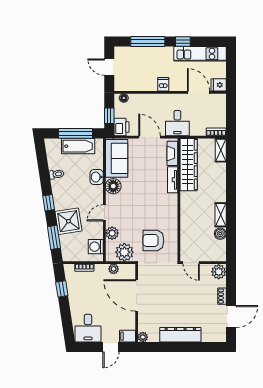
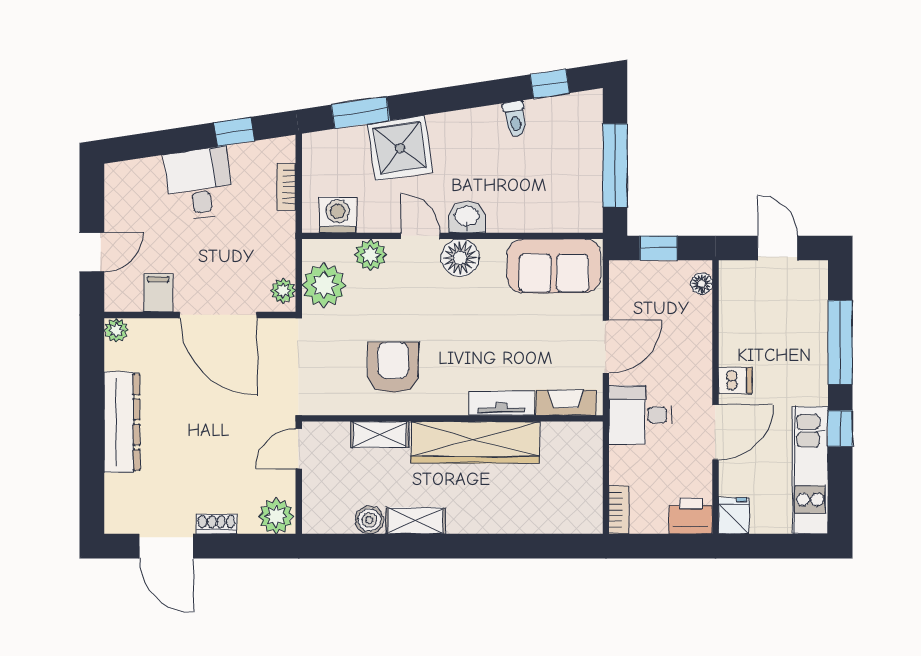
door: (109, 67) -> (777, 248), hinge flipped
door: (199, 92) -> (715, 432), moved
printer: (122, 127) -> (691, 516), moved, turned 180
bathtub: (78, 146) -> (584, 172), removed
shelving: (221, 150) -> (379, 434), moved
wardrobe: (189, 165) -> (475, 442), moved
washbasin: (97, 177) -> (467, 217), moved
floor lamp: (113, 186) -> (460, 258), moved
window: (49, 203) -> (550, 84), moved
armchair: (153, 240) -> (393, 367), moved
plant: (114, 269) -> (283, 291), moved
door: (137, 295) -> (218, 315), swing flipped
desk: (88, 328) -> (199, 184), moved, turned 81
filing cabinet: (127, 336) -> (158, 293), moved
door: (111, 347) -> (92, 252), swing flipped

